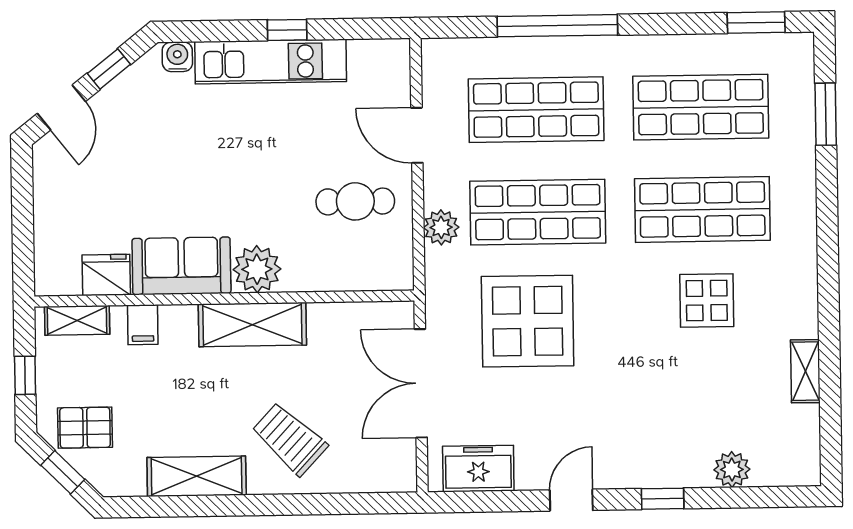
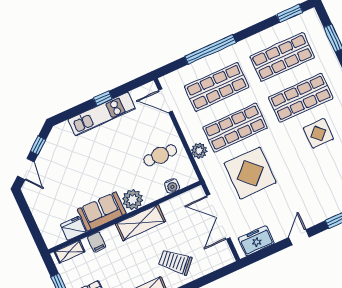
water cooler: (177, 57) -> (172, 186), moved, turned 180
door: (417, 135) -> (165, 101), moved

